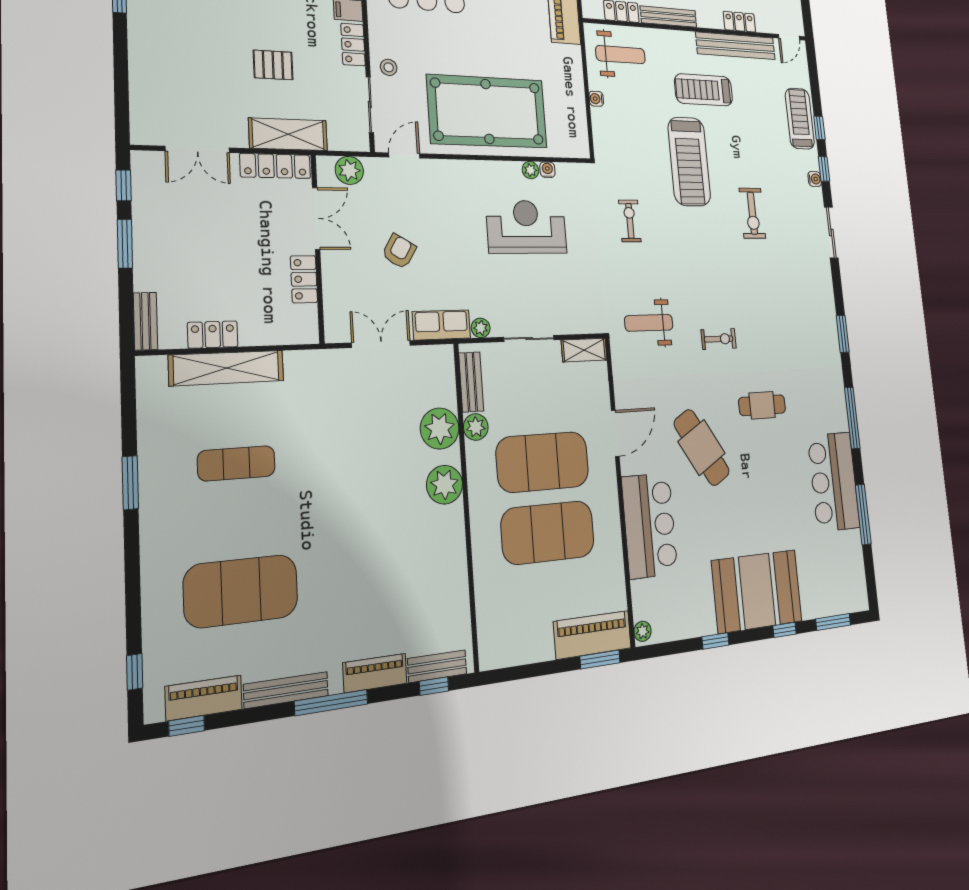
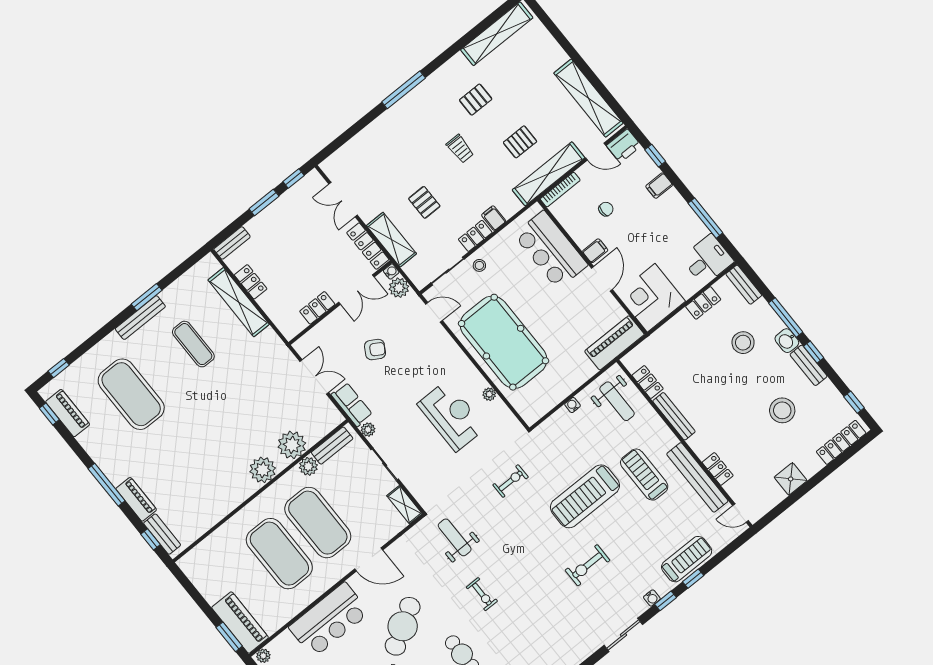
water cooler: (547, 170) -> (391, 272), moved
bench: (286, 690) -> (140, 318), moved, turned 90

